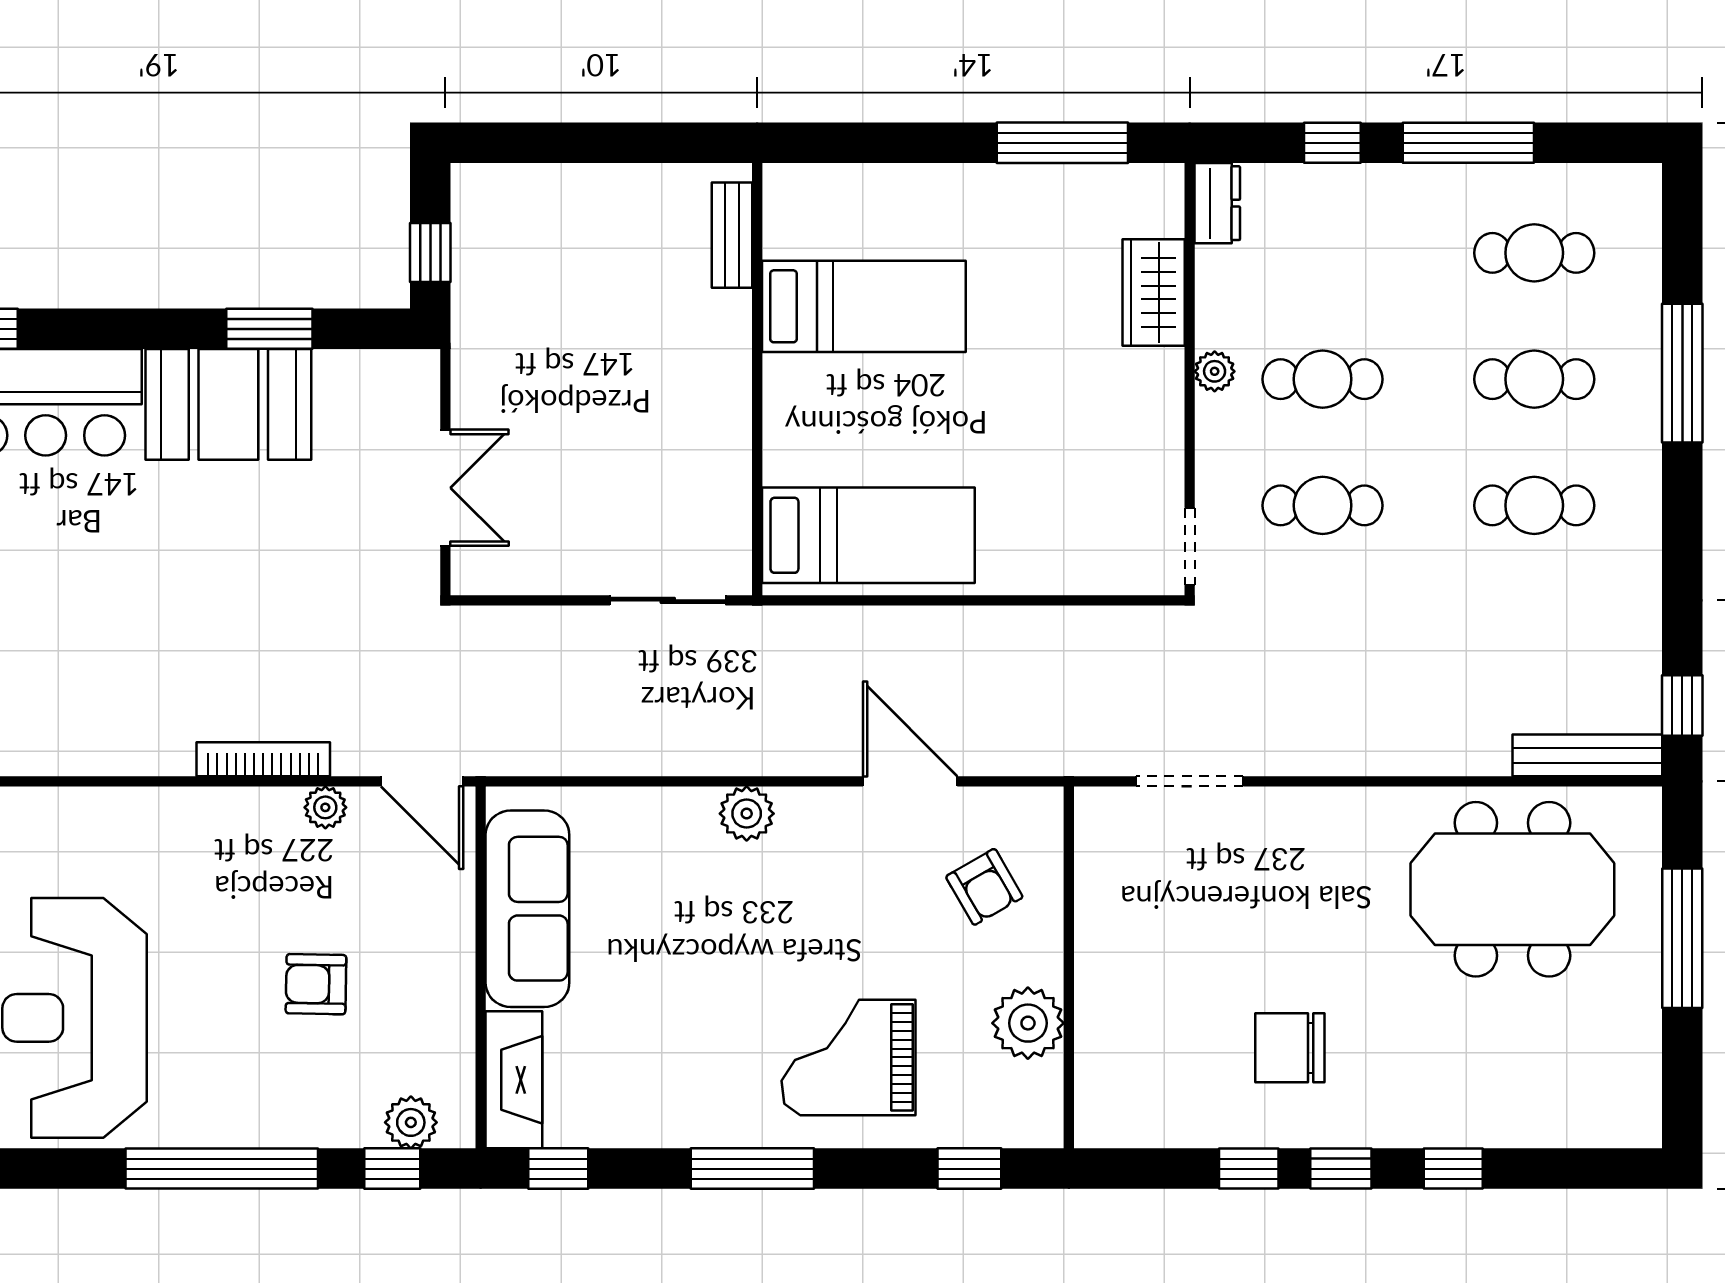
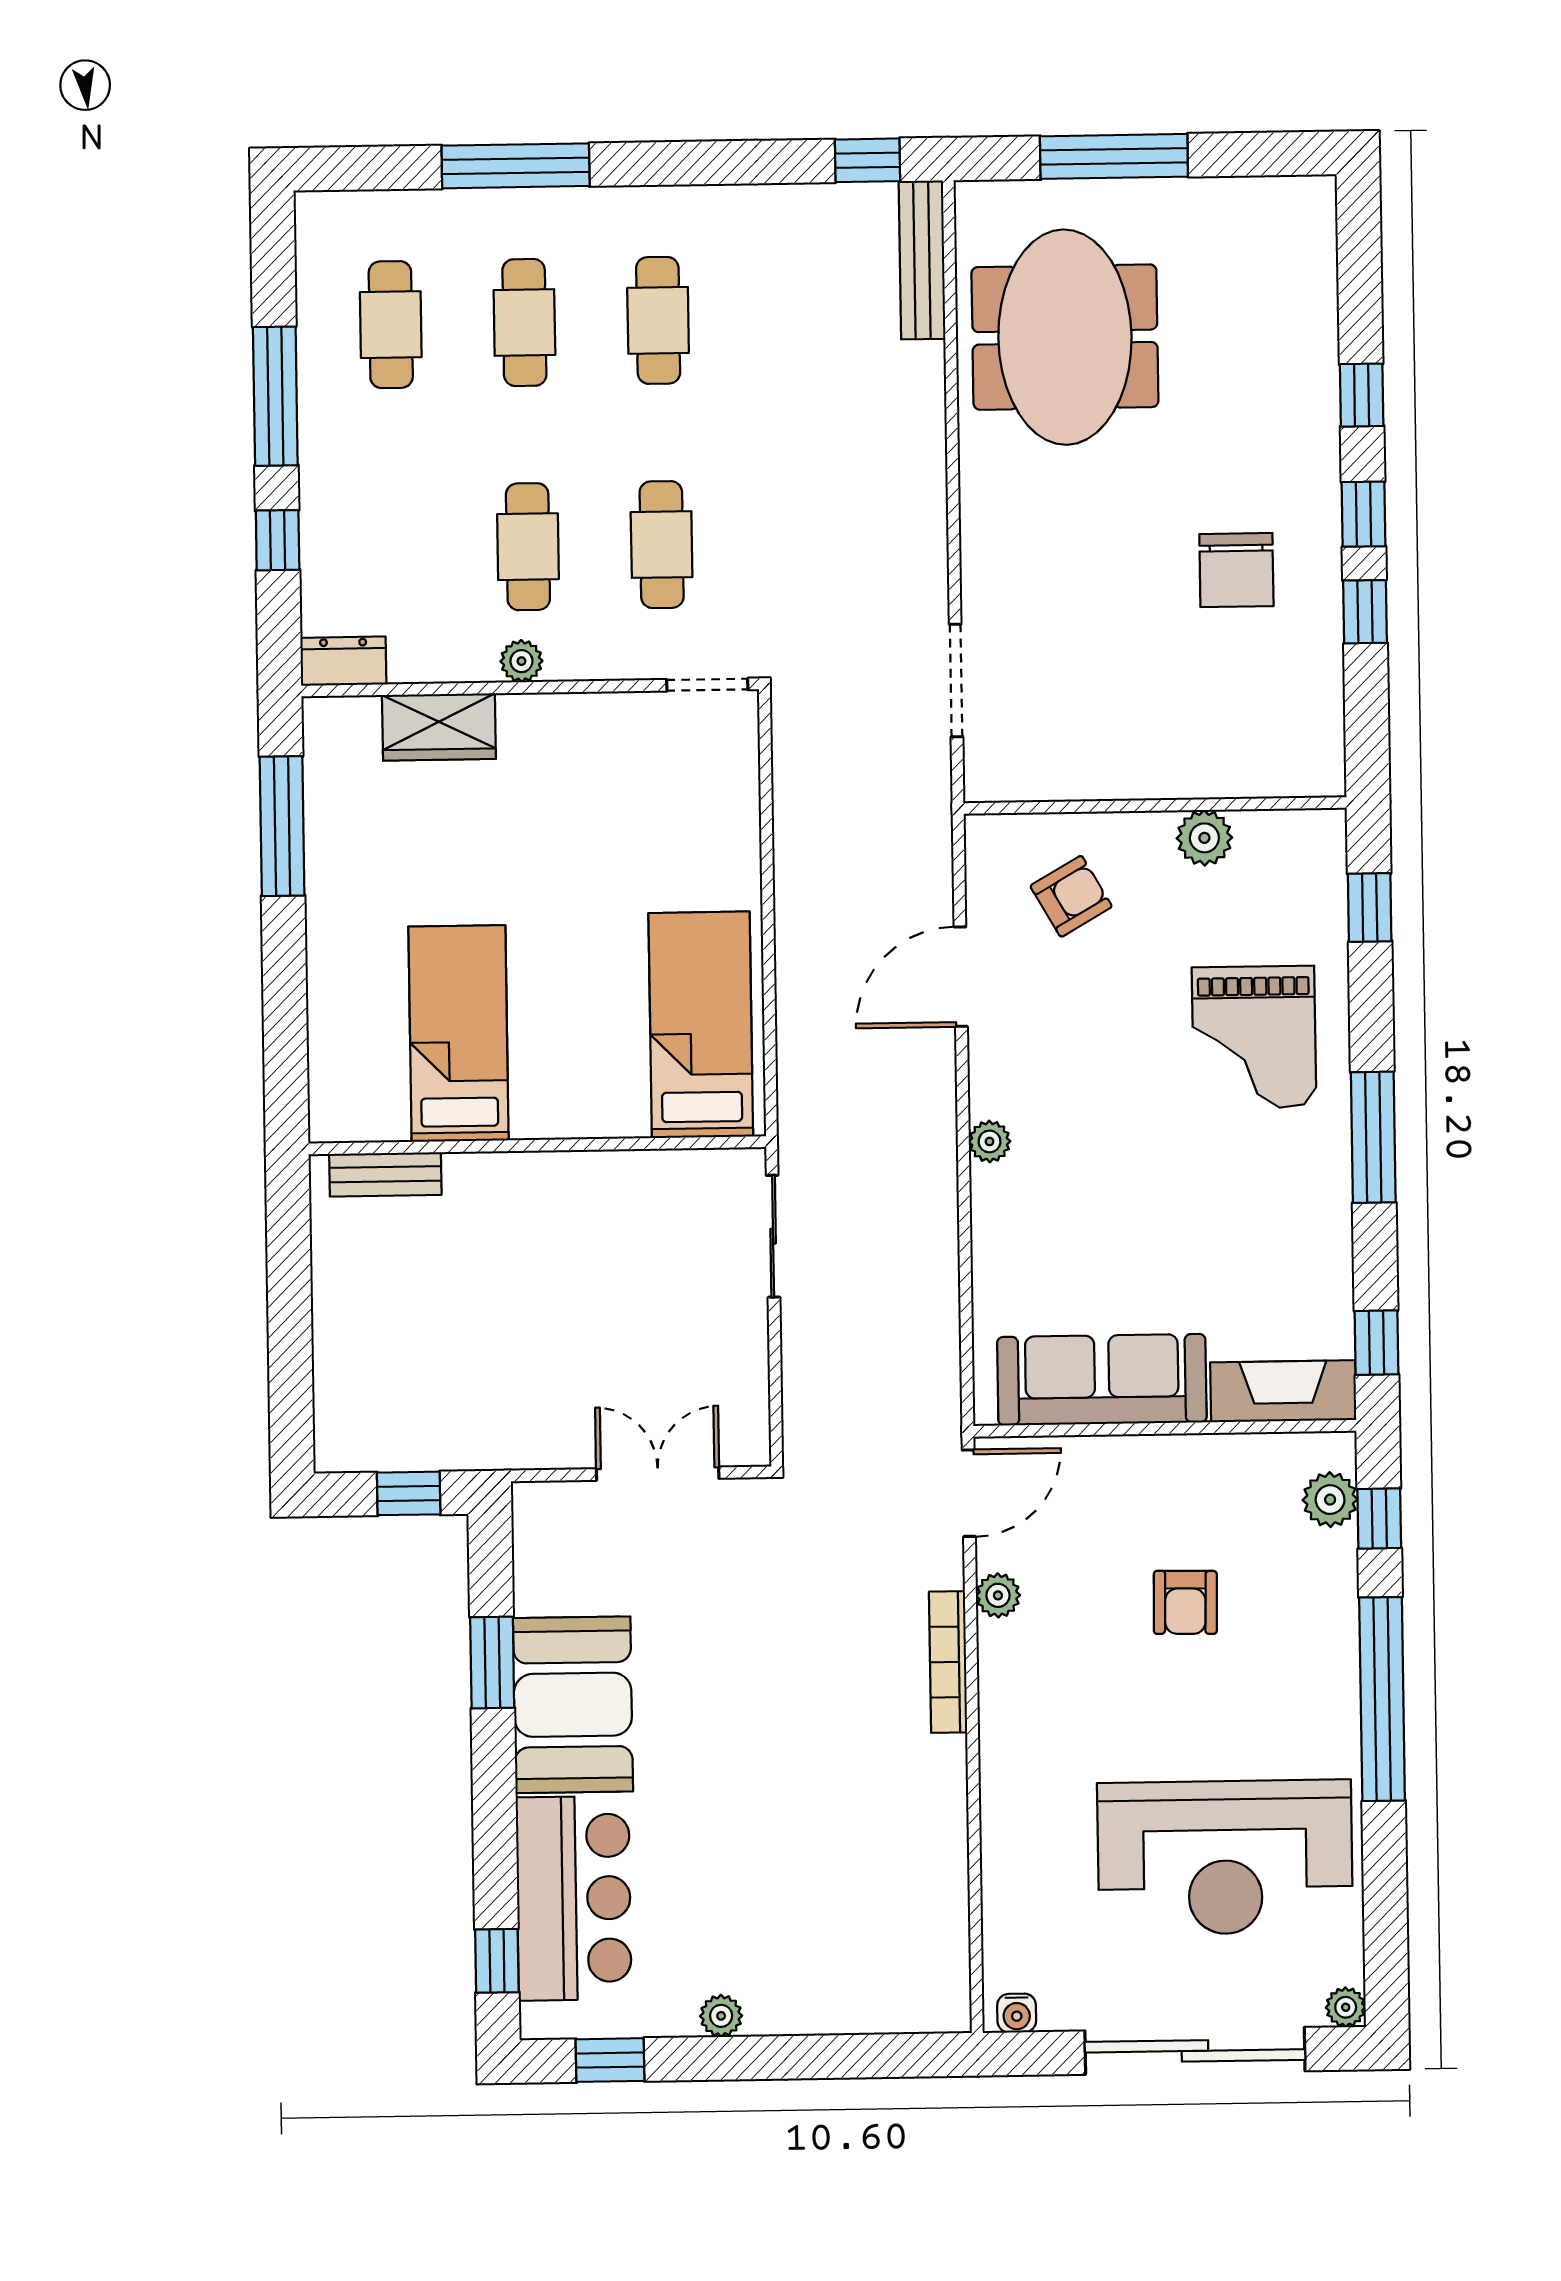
plant: (747, 814) -> (990, 1141), width x0.73, depth x0.73
plant: (1028, 1023) -> (1204, 838), width x0.73, depth x0.73

